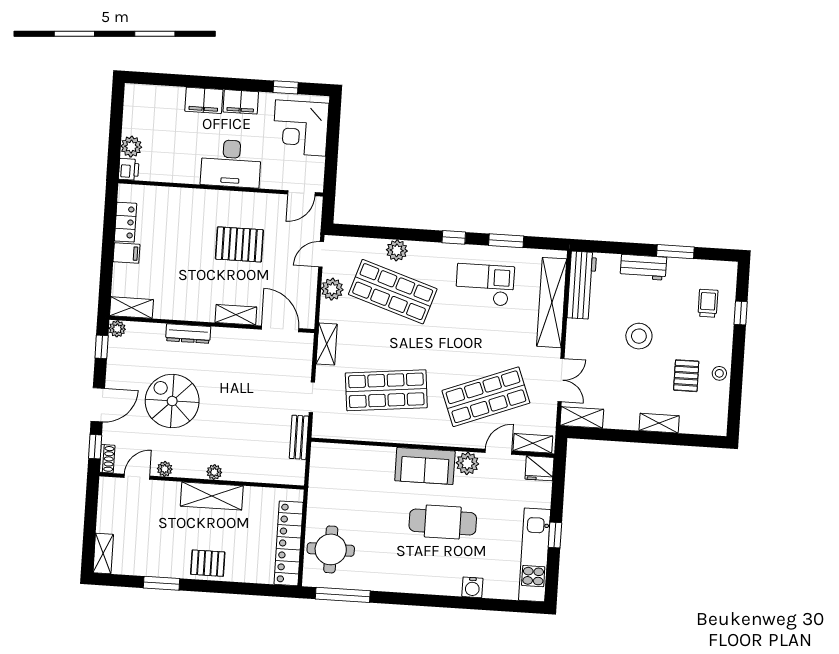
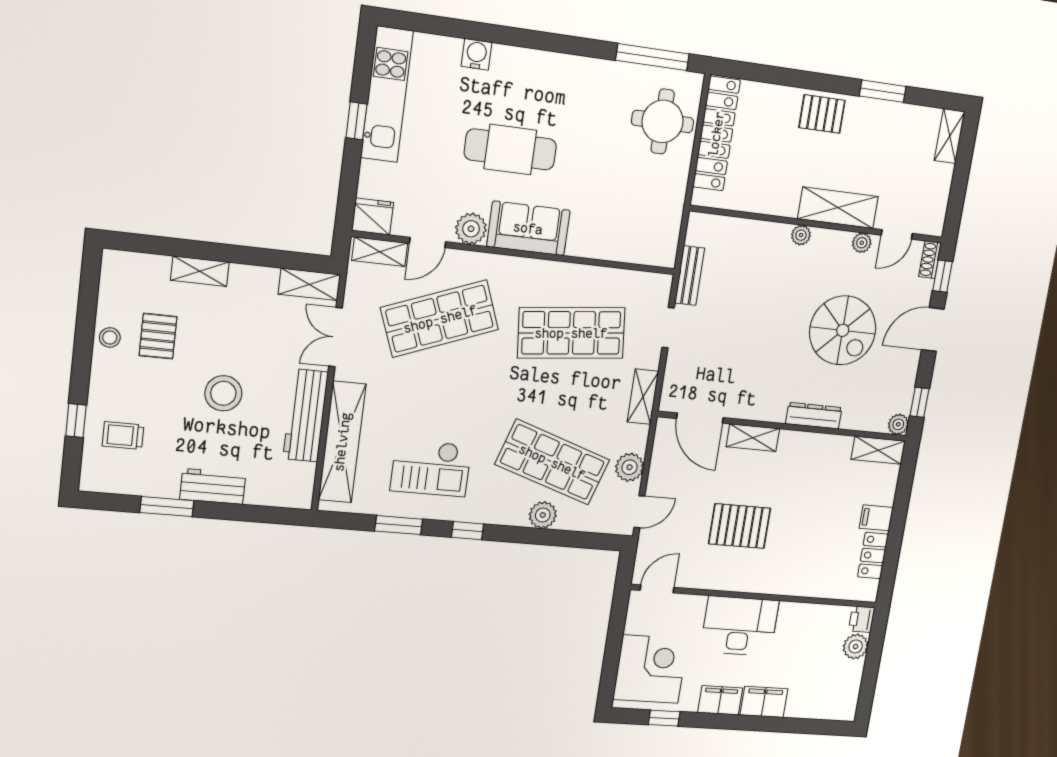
workbench: (582, 285) -> (306, 415), moved
trolley: (708, 303) -> (123, 435), turned 90
shelving: (212, 496) -> (838, 208), moved

